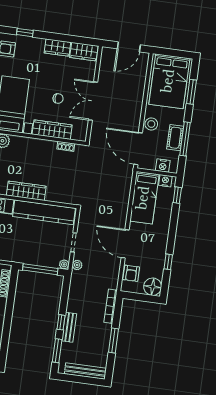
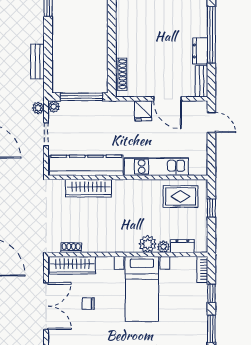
wardrobe: (52, 130) -> (72, 265), moved
wardrobe: (26, 191) -> (88, 188), moved
window: (61, 322) -> (48, 37), removed
bench: (69, 327) -> (38, 62), moved

